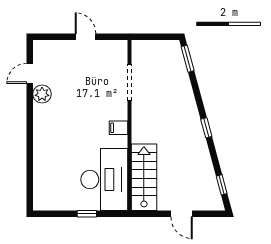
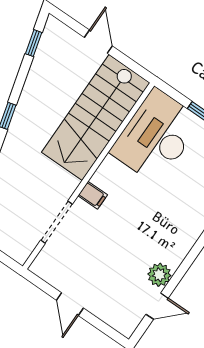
filing cabinet: (118, 128) -> (93, 195), moved
stairs: (144, 177) -> (96, 117), width x1.36, depth x1.51

